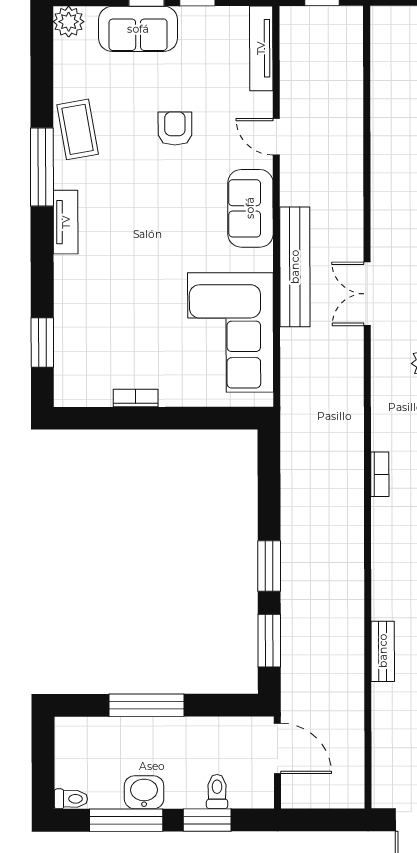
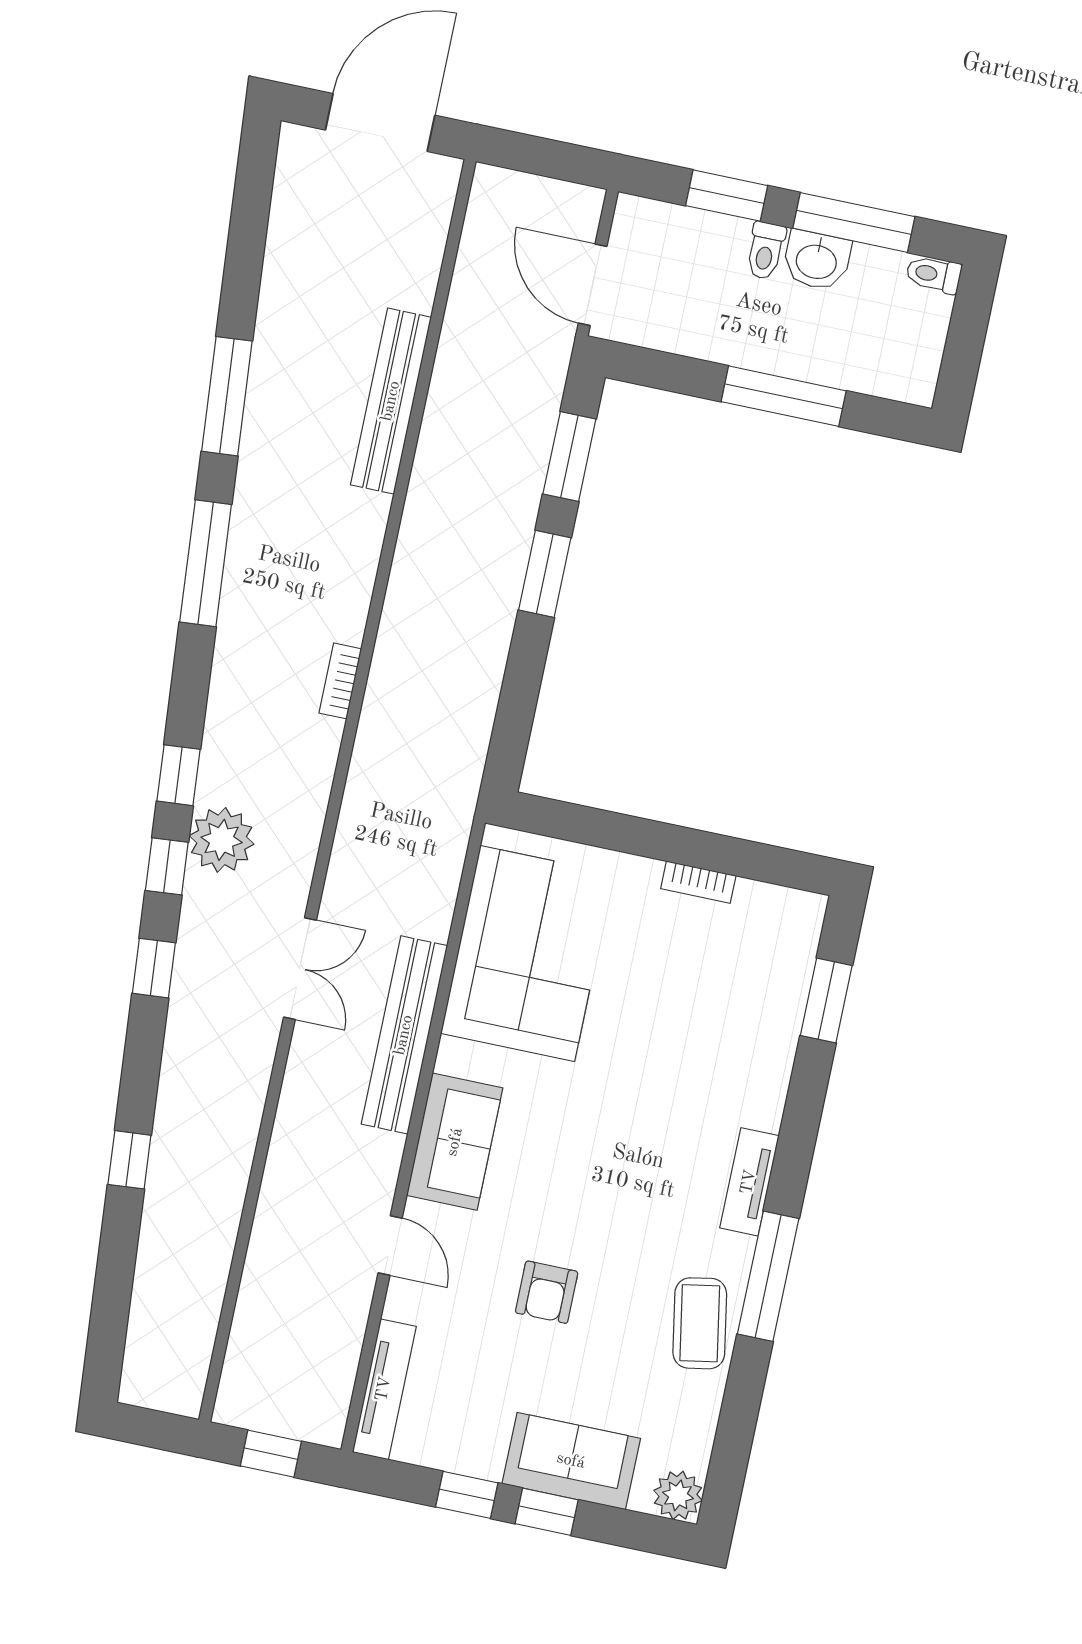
bench: (383, 651) -> (391, 401), width x1.86, depth x1.21
toilet: (217, 791) -> (765, 251), moved

